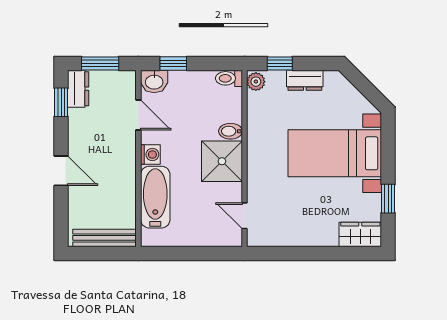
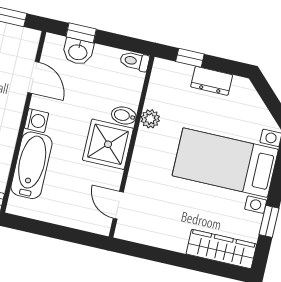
washbasin: (154, 81) -> (78, 52), moved
plant: (256, 82) -> (150, 119), moved
wardrobe: (360, 234) -> (221, 249), width x1.50

